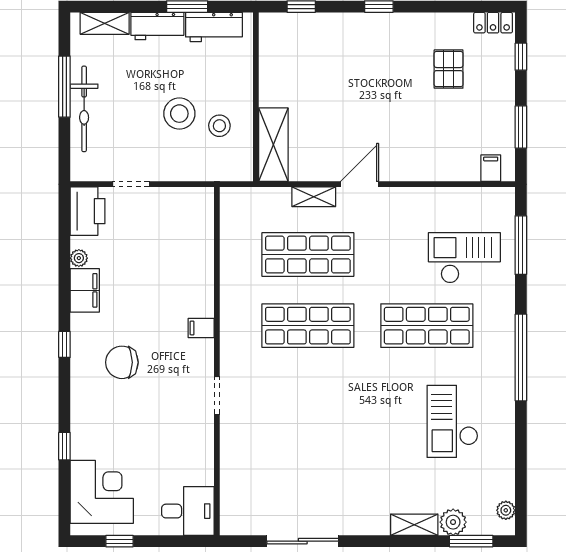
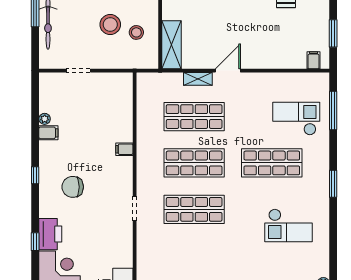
printer: (88, 211) -> (50, 234), moved
filing cabinet: (85, 290) -> (48, 133), width x0.50
filing cabinet: (201, 328) -> (124, 149), moved
window: (521, 357) -> (333, 184), width x0.47
shop shelf: (308, 397) -> (194, 209), added
checkout: (452, 421) -> (288, 225), turned -90

